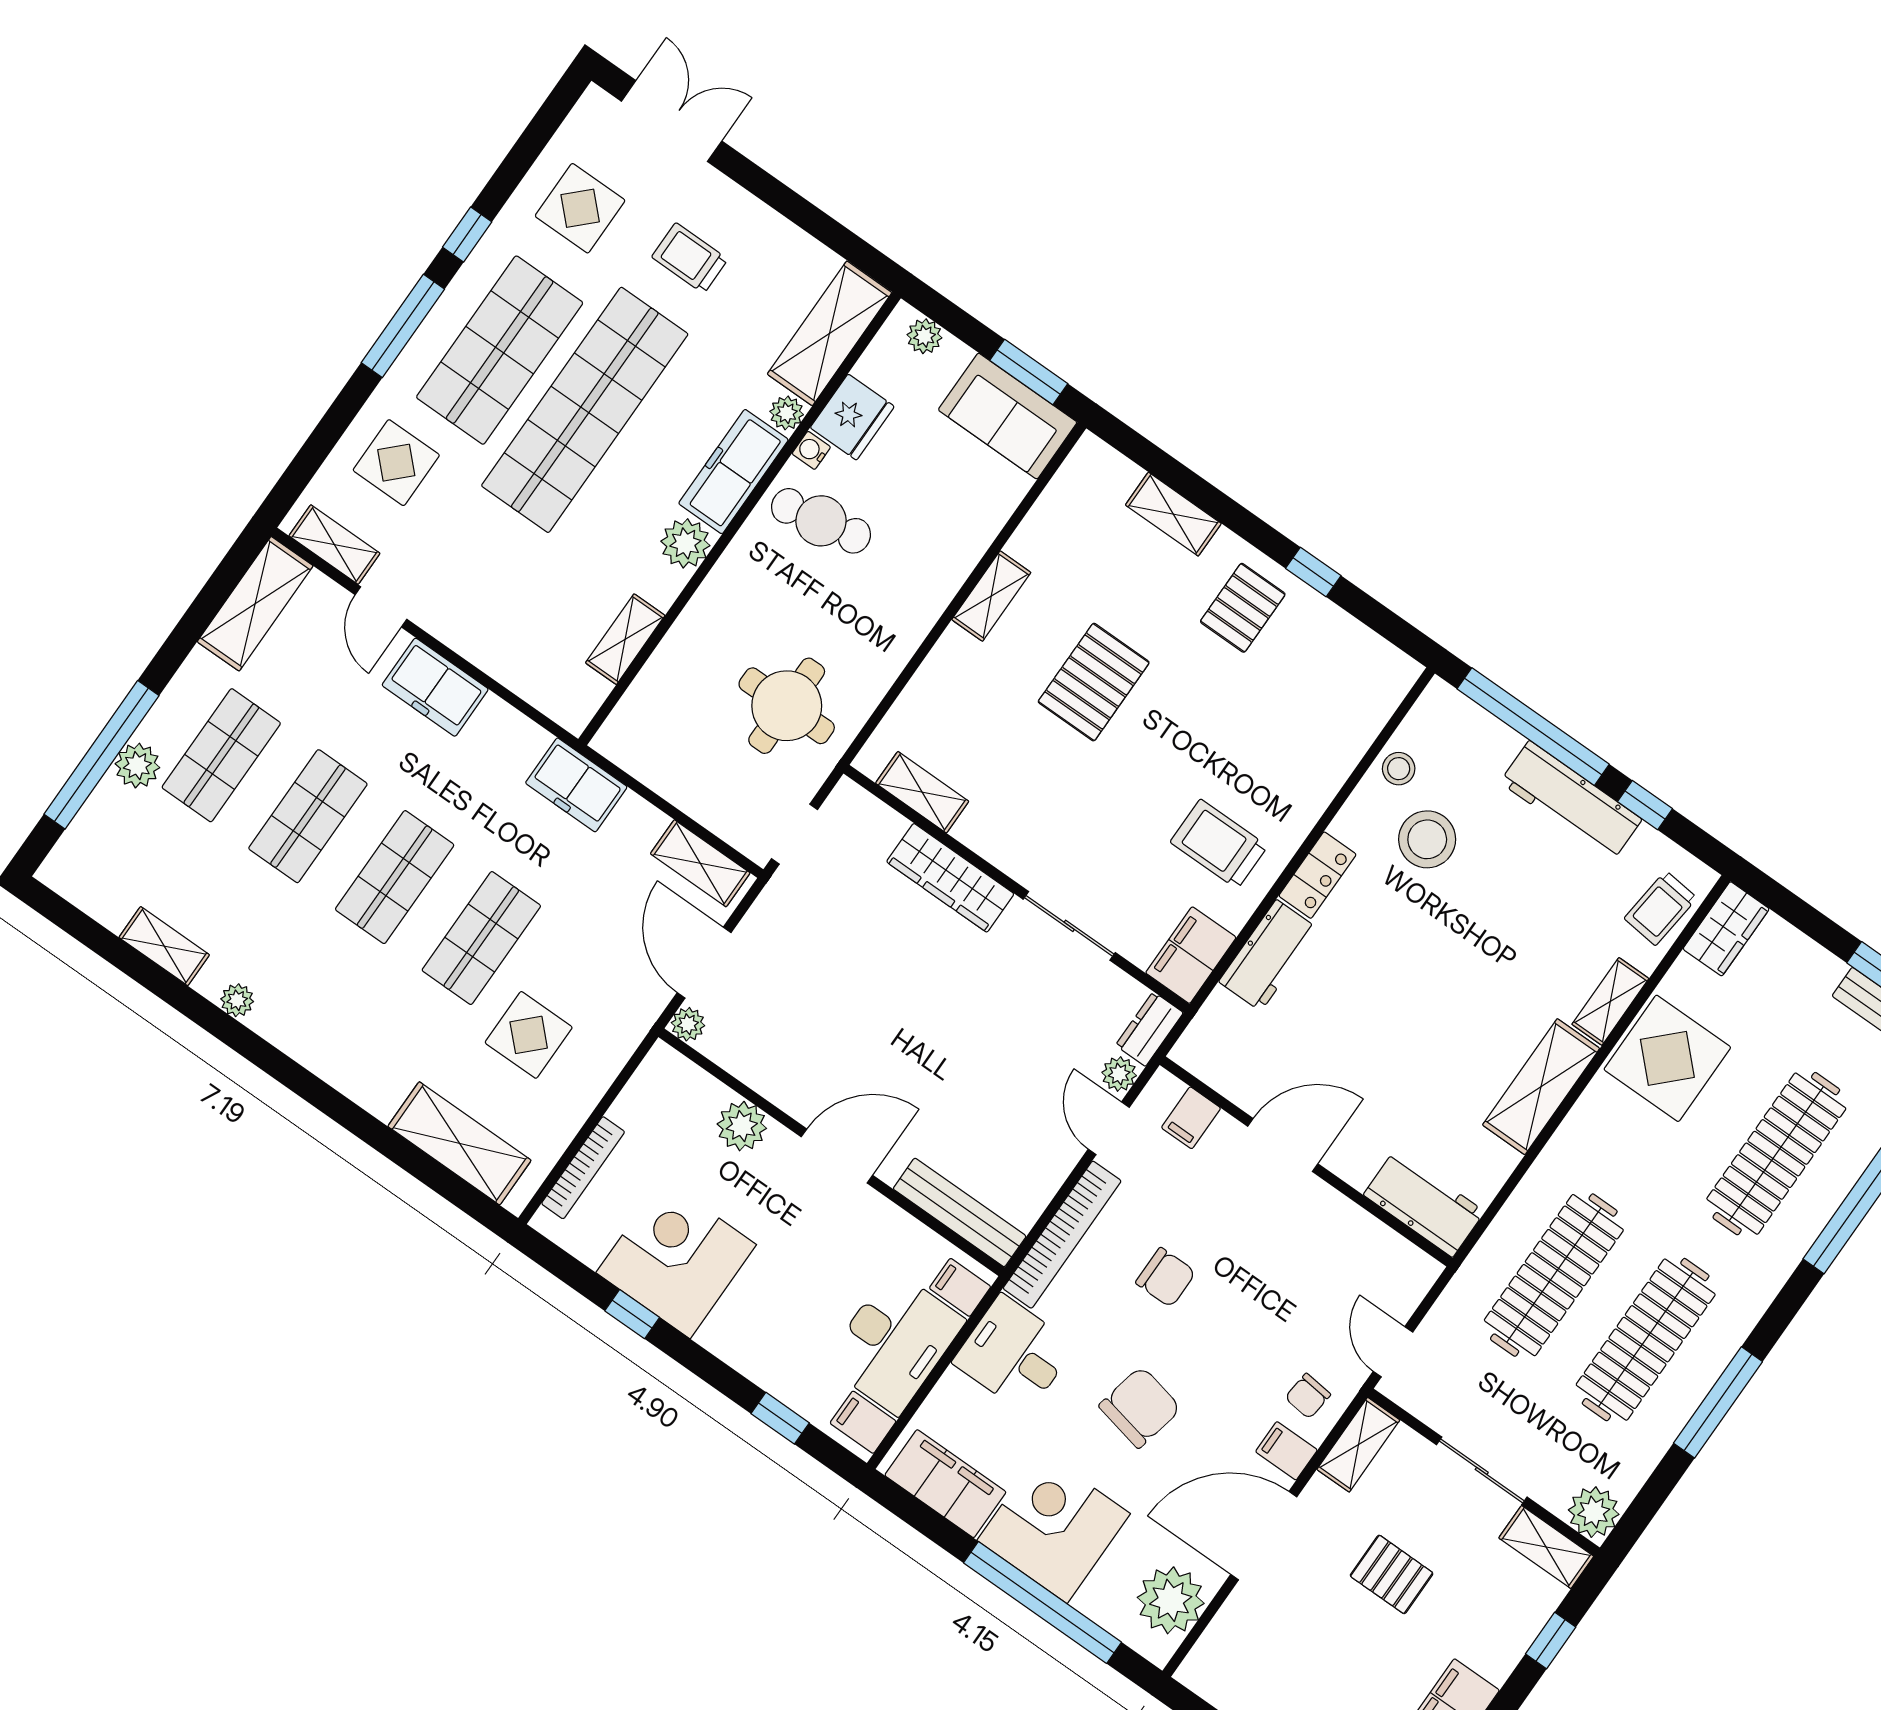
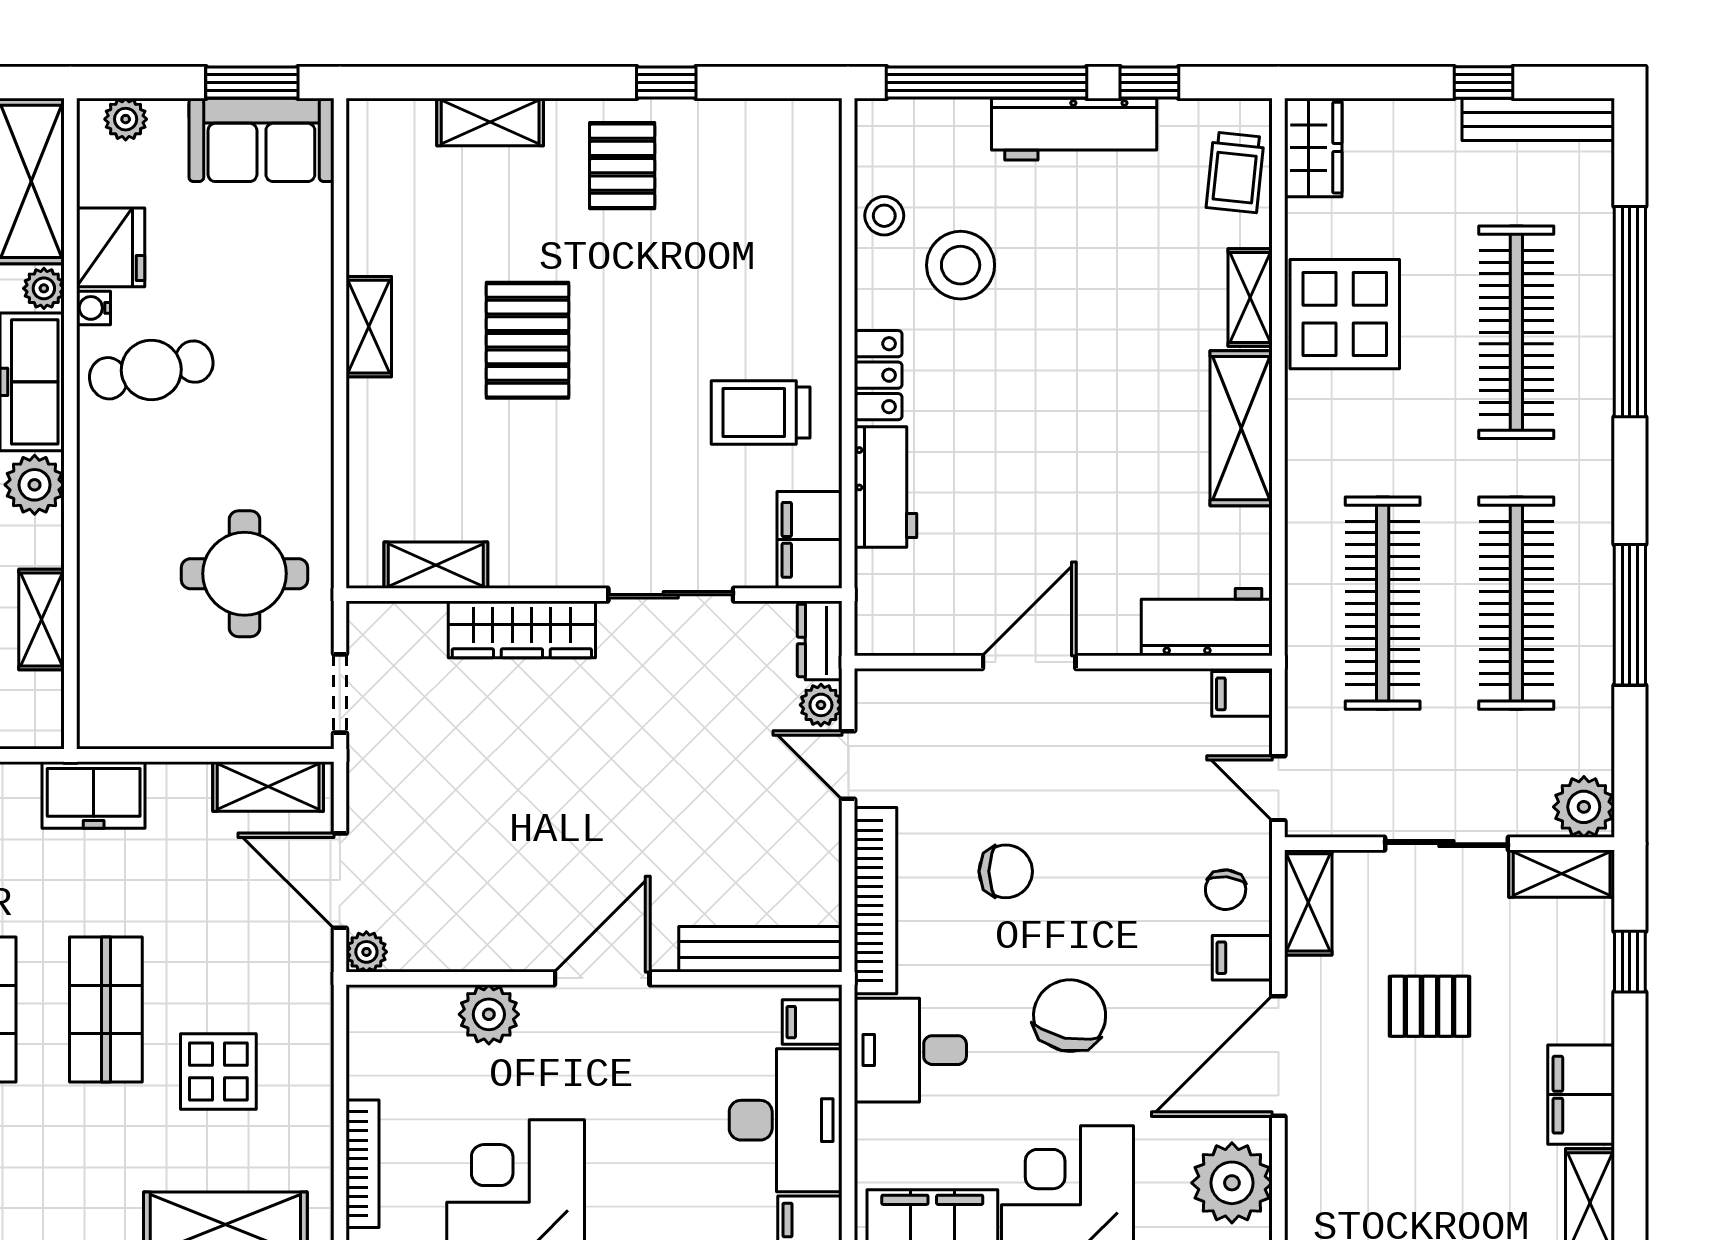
filing cabinet: (1191, 1118) -> (1242, 694), moved, turned 90

